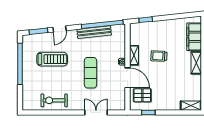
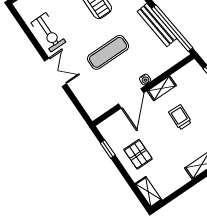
pallet: (142, 95) -> (138, 154), moved
exercise bike: (54, 100) -> (48, 32), turned 180
double door: (96, 112) -> (55, 72), moved

